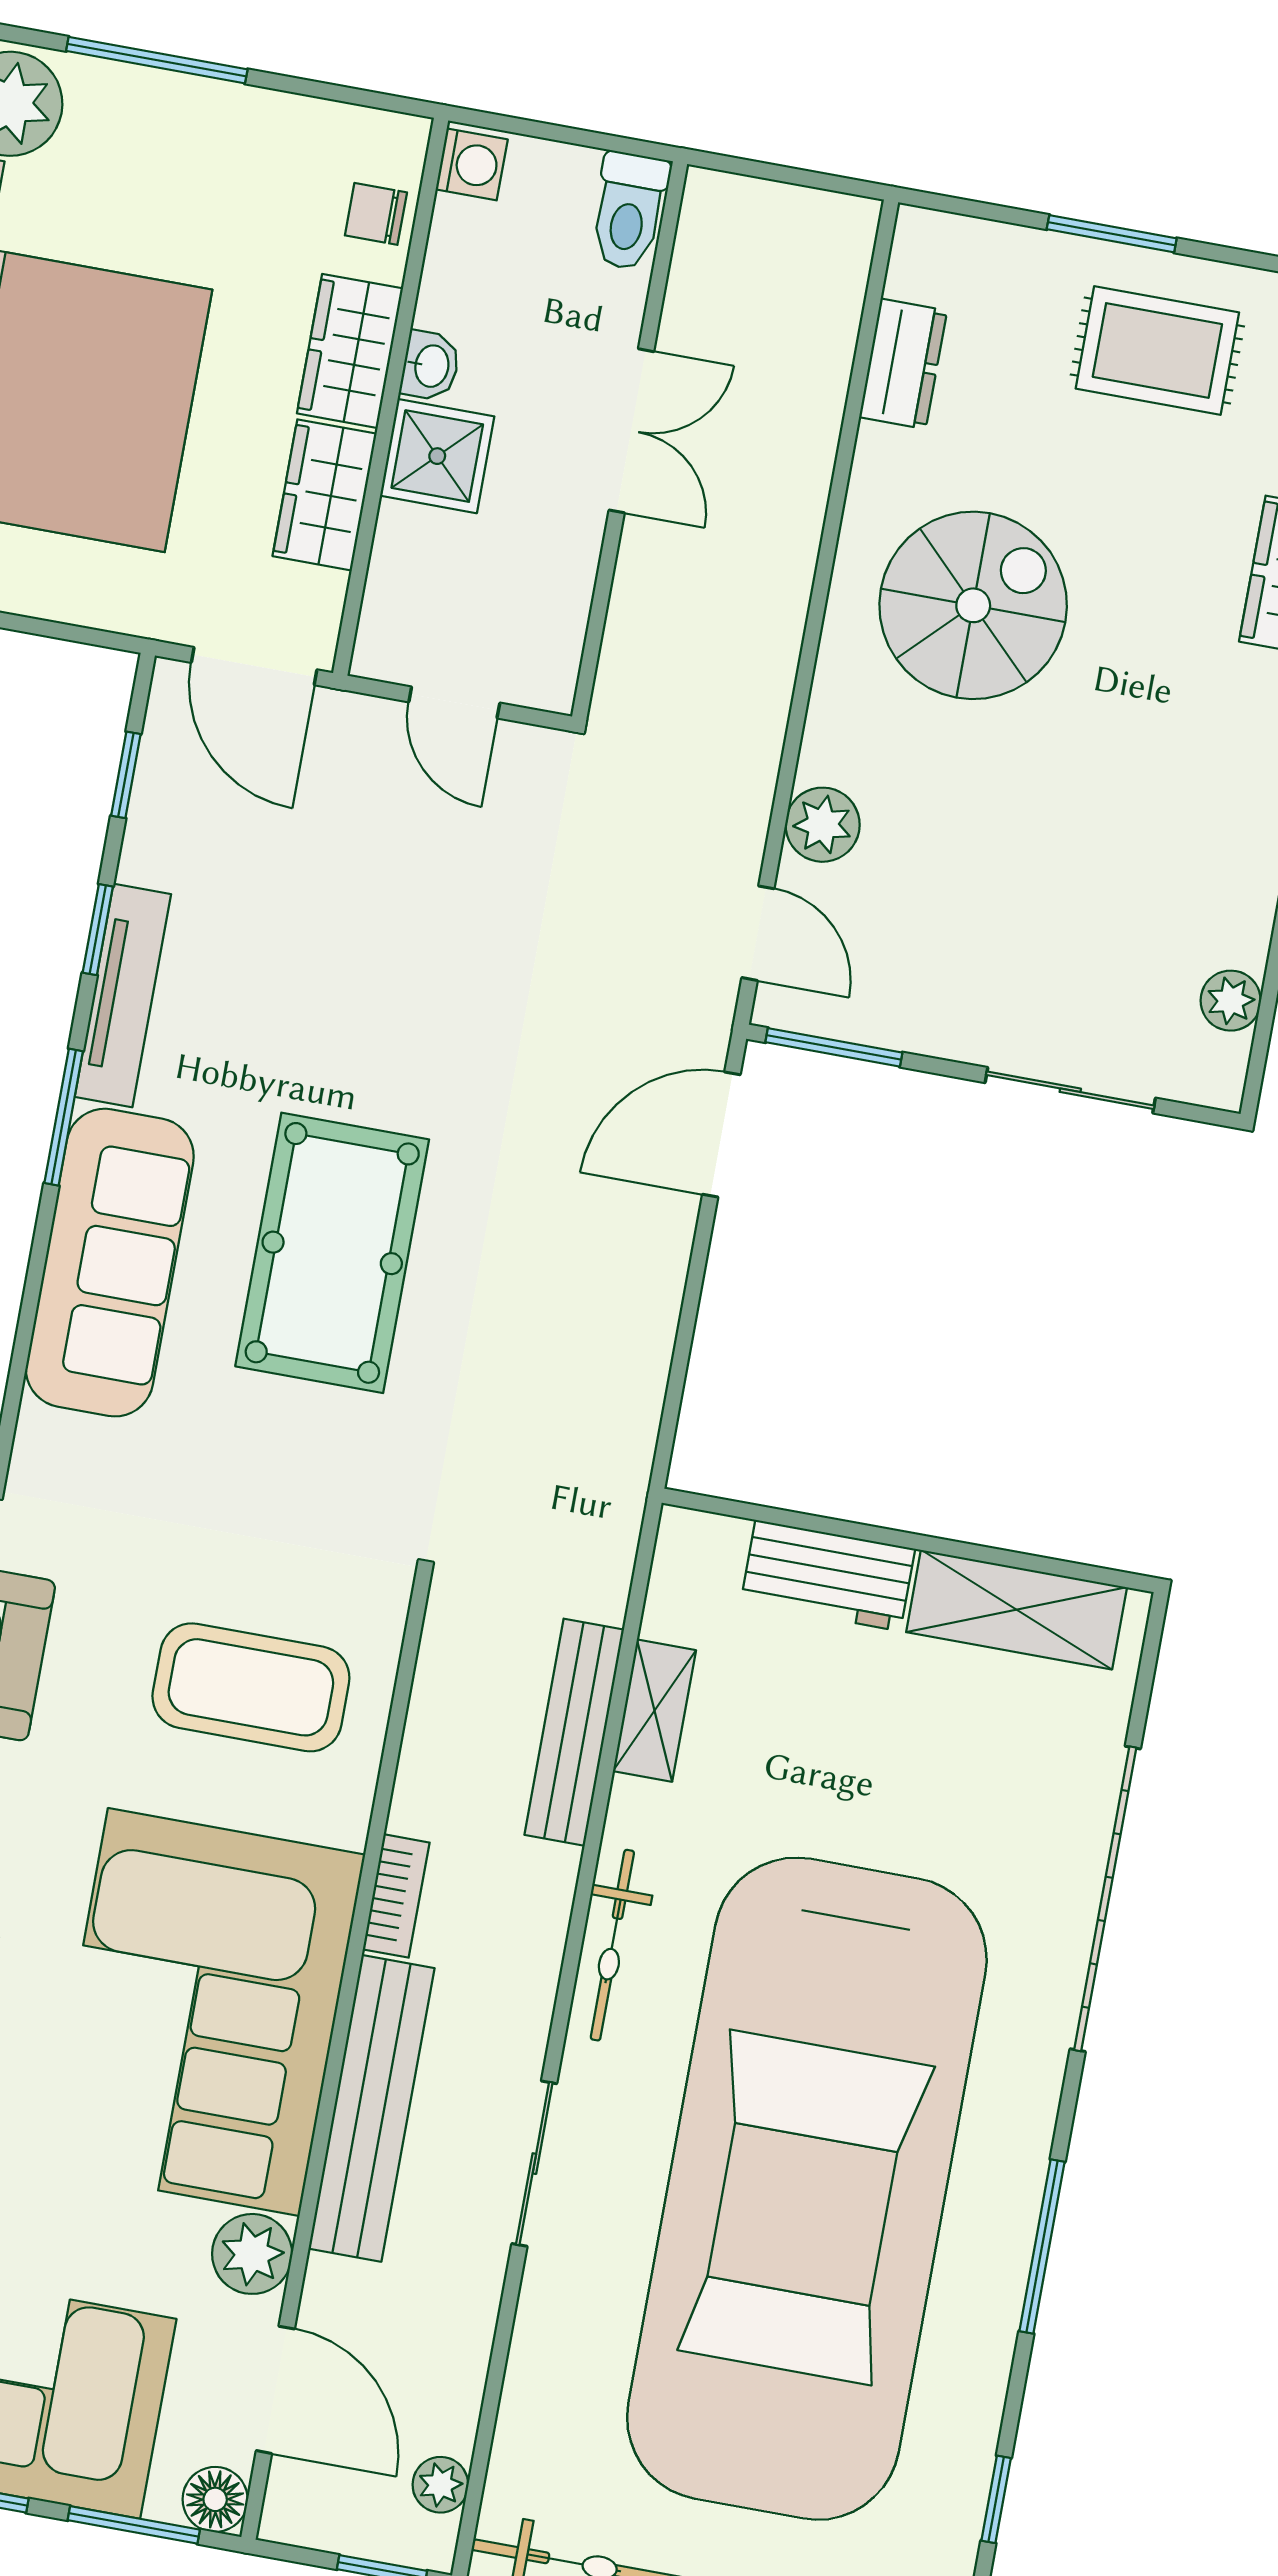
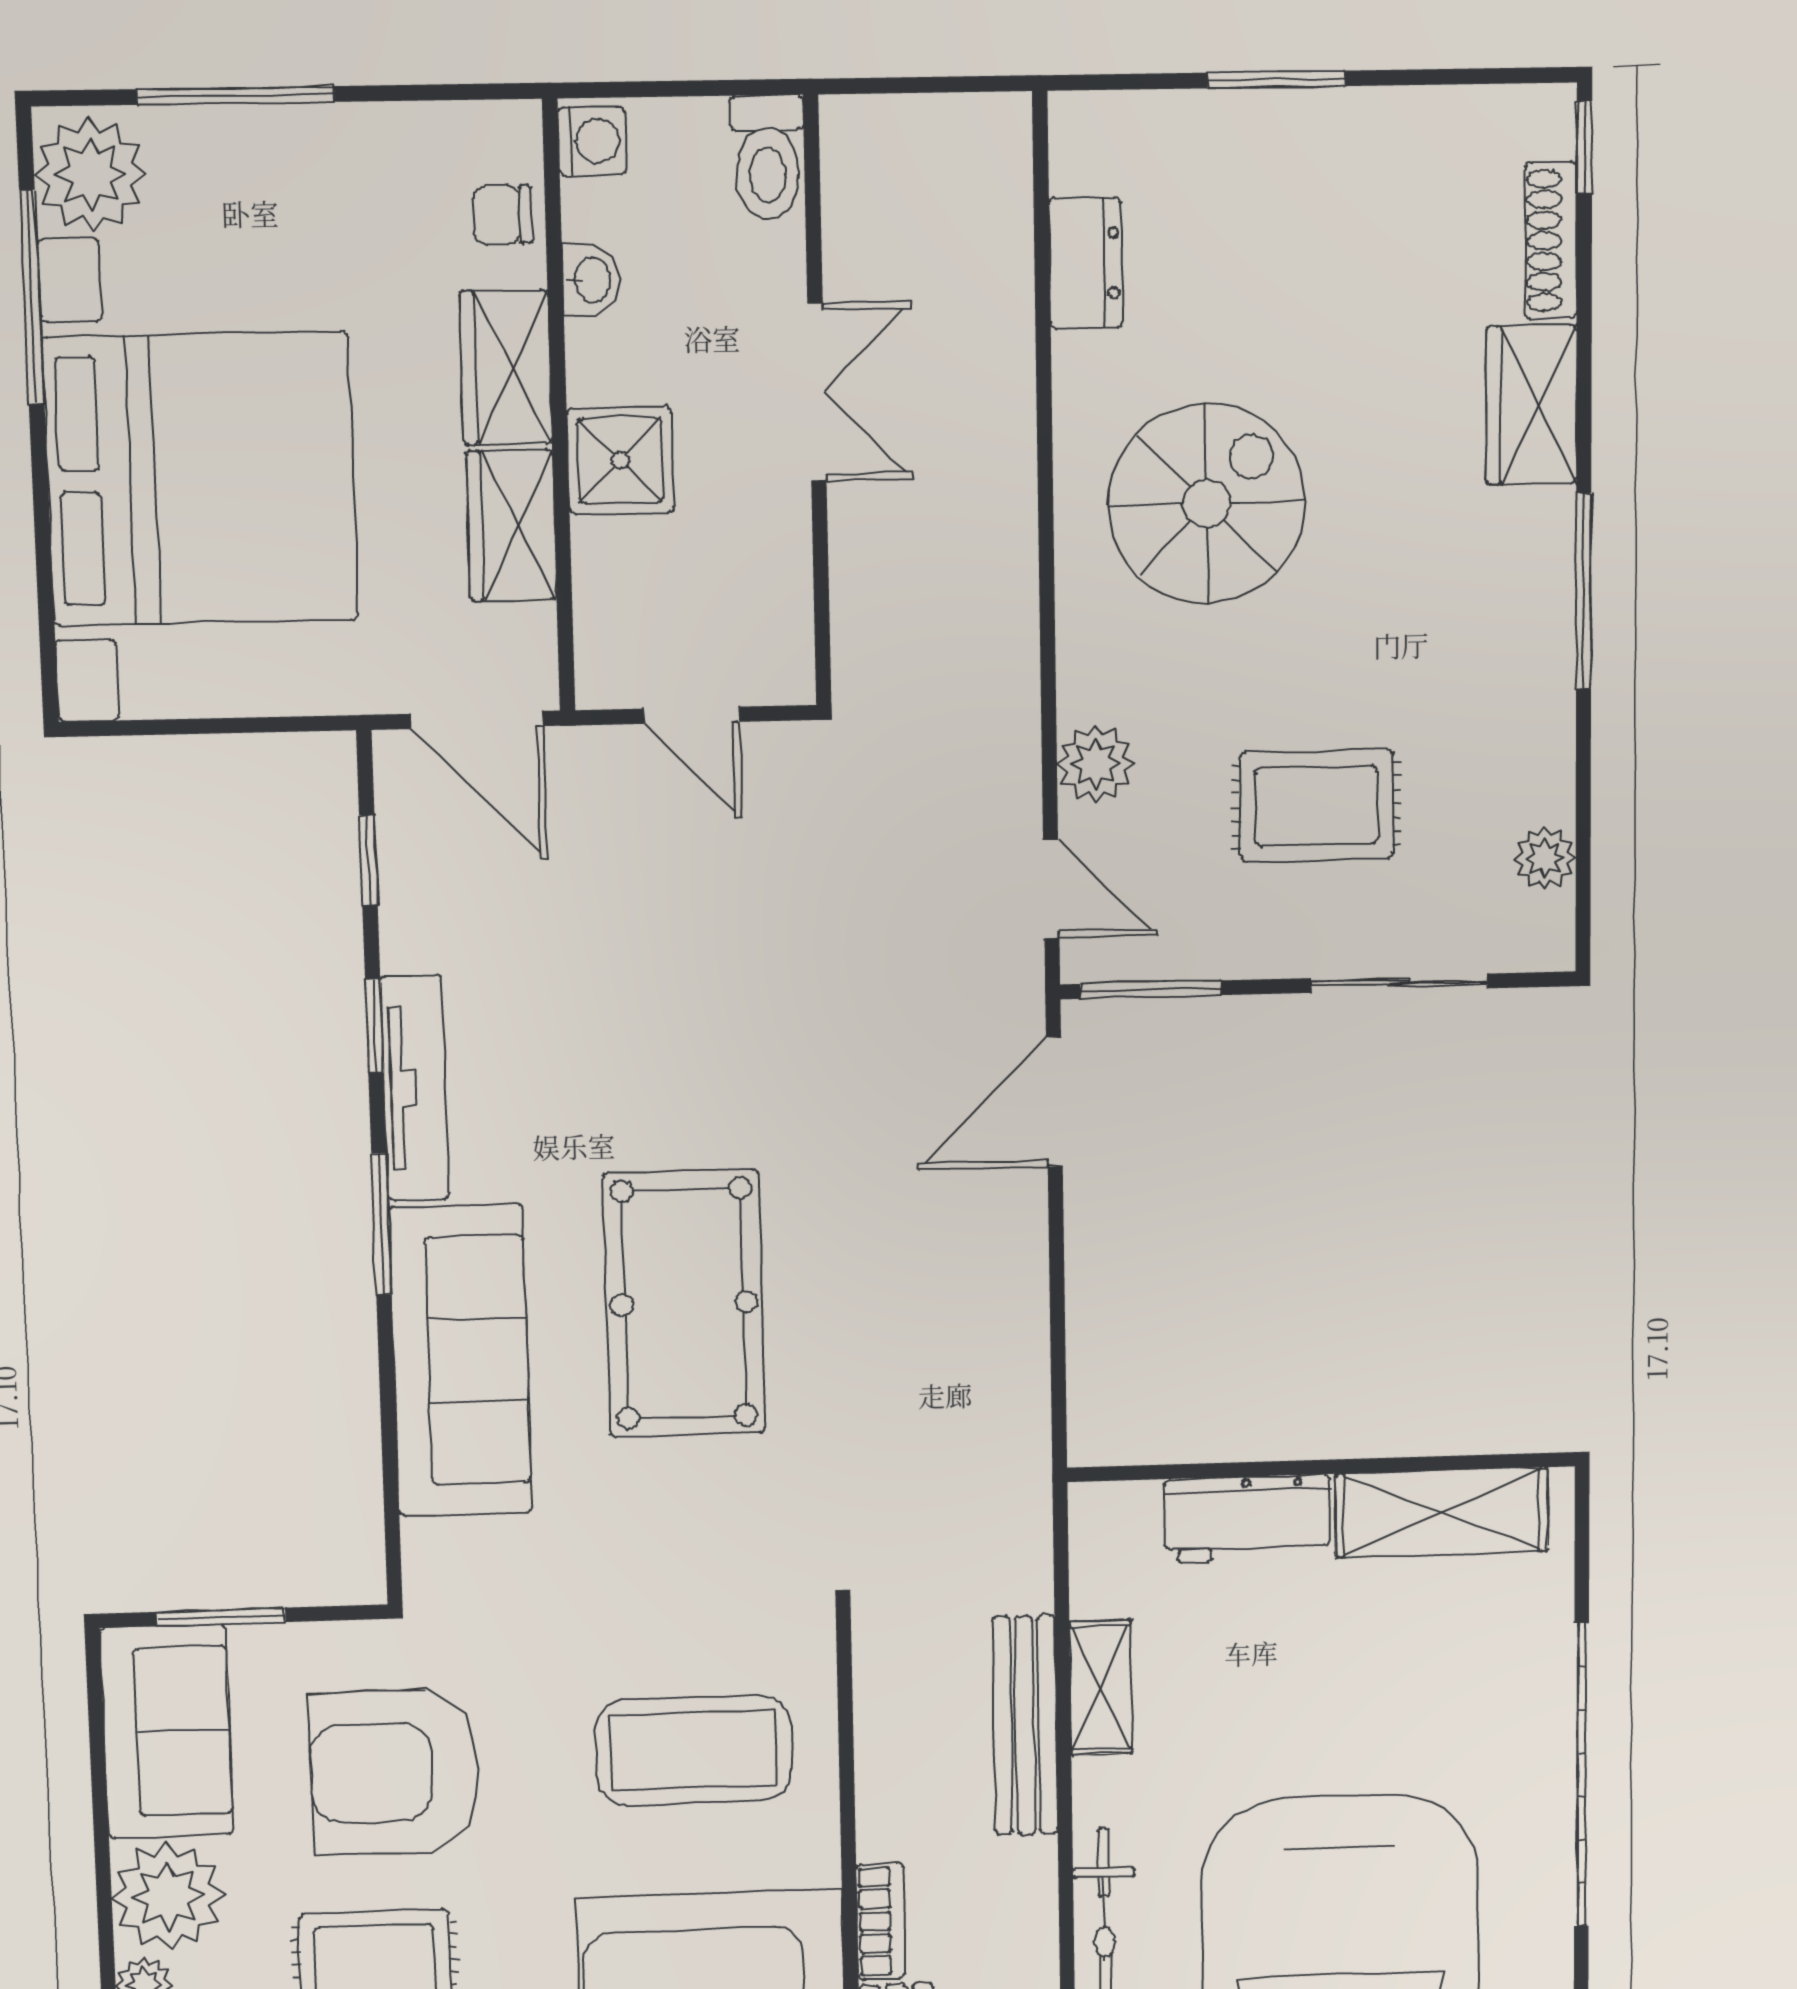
rug: (1157, 350) -> (1316, 806), moved
washbasin: (430, 366) -> (591, 280), moved

